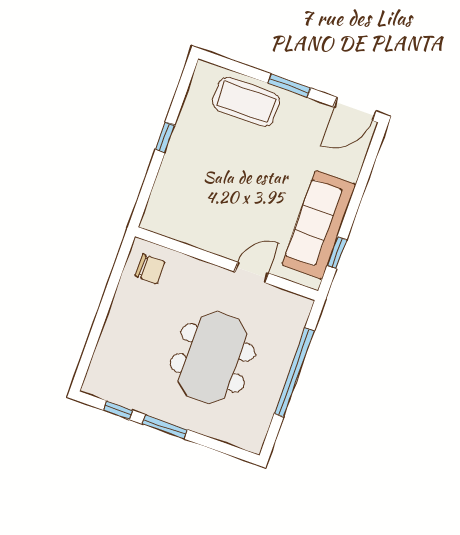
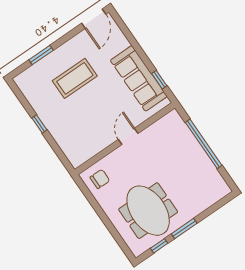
window: (289, 86) -> (41, 55), moved
coffee table: (246, 102) -> (75, 78), moved
door: (252, 273) -> (128, 136), moved
meeting table: (213, 358) -> (148, 211), moved

